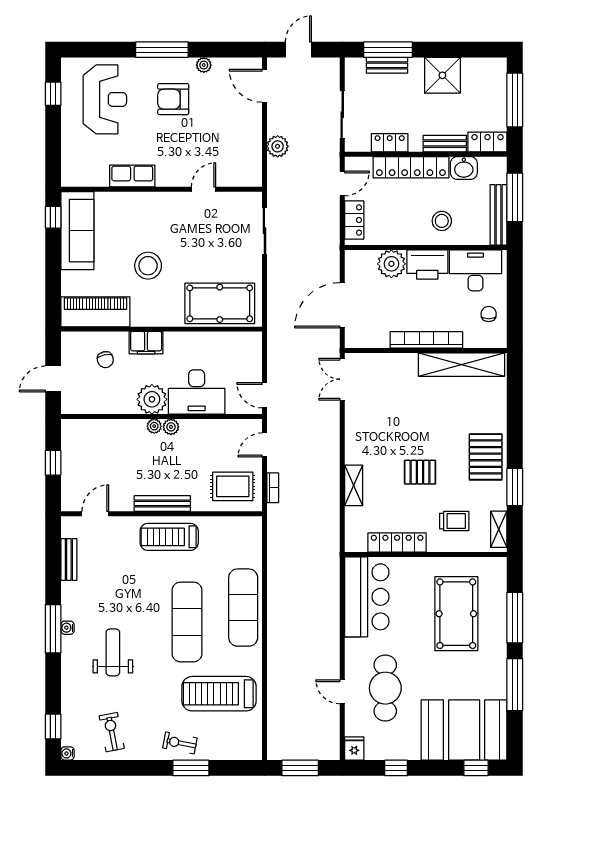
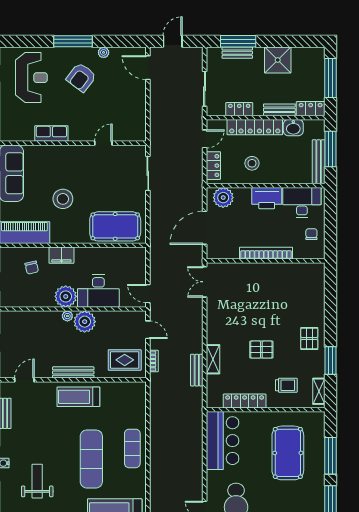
armchair: (173, 99) -> (81, 77), turned -53
plant: (278, 146) -> (157, 112), removed
stool: (442, 221) -> (252, 163), moved
plant: (391, 264) -> (223, 198), moved
shelving: (461, 365) -> (292, 271), removed
plant: (171, 427) -> (85, 322), width x1.87, depth x1.87
door: (264, 445) -> (148, 330), swing flipped
pallet: (486, 457) -> (309, 338), width x0.67, depth x0.71
bench: (332, 500) -> (197, 370), added
exercise mat: (243, 608) -> (132, 448), width x0.73, depth x0.69

